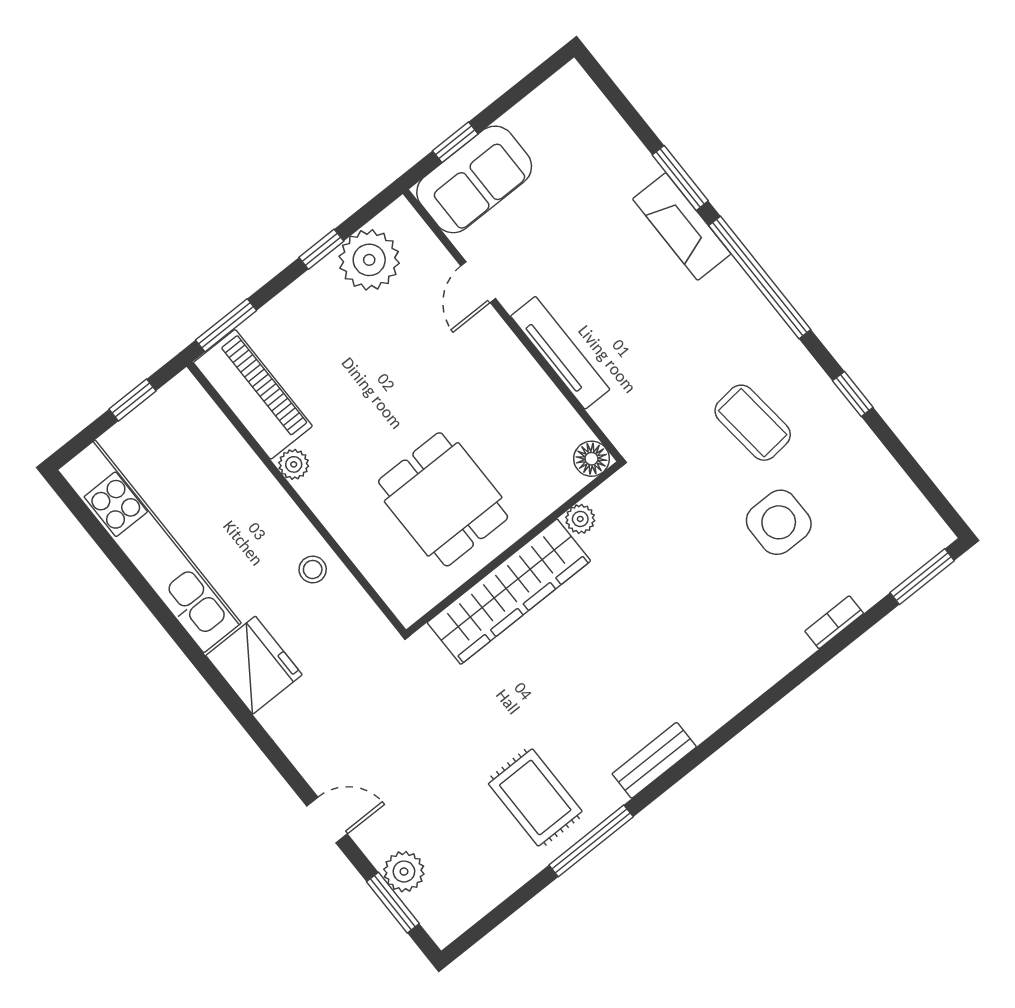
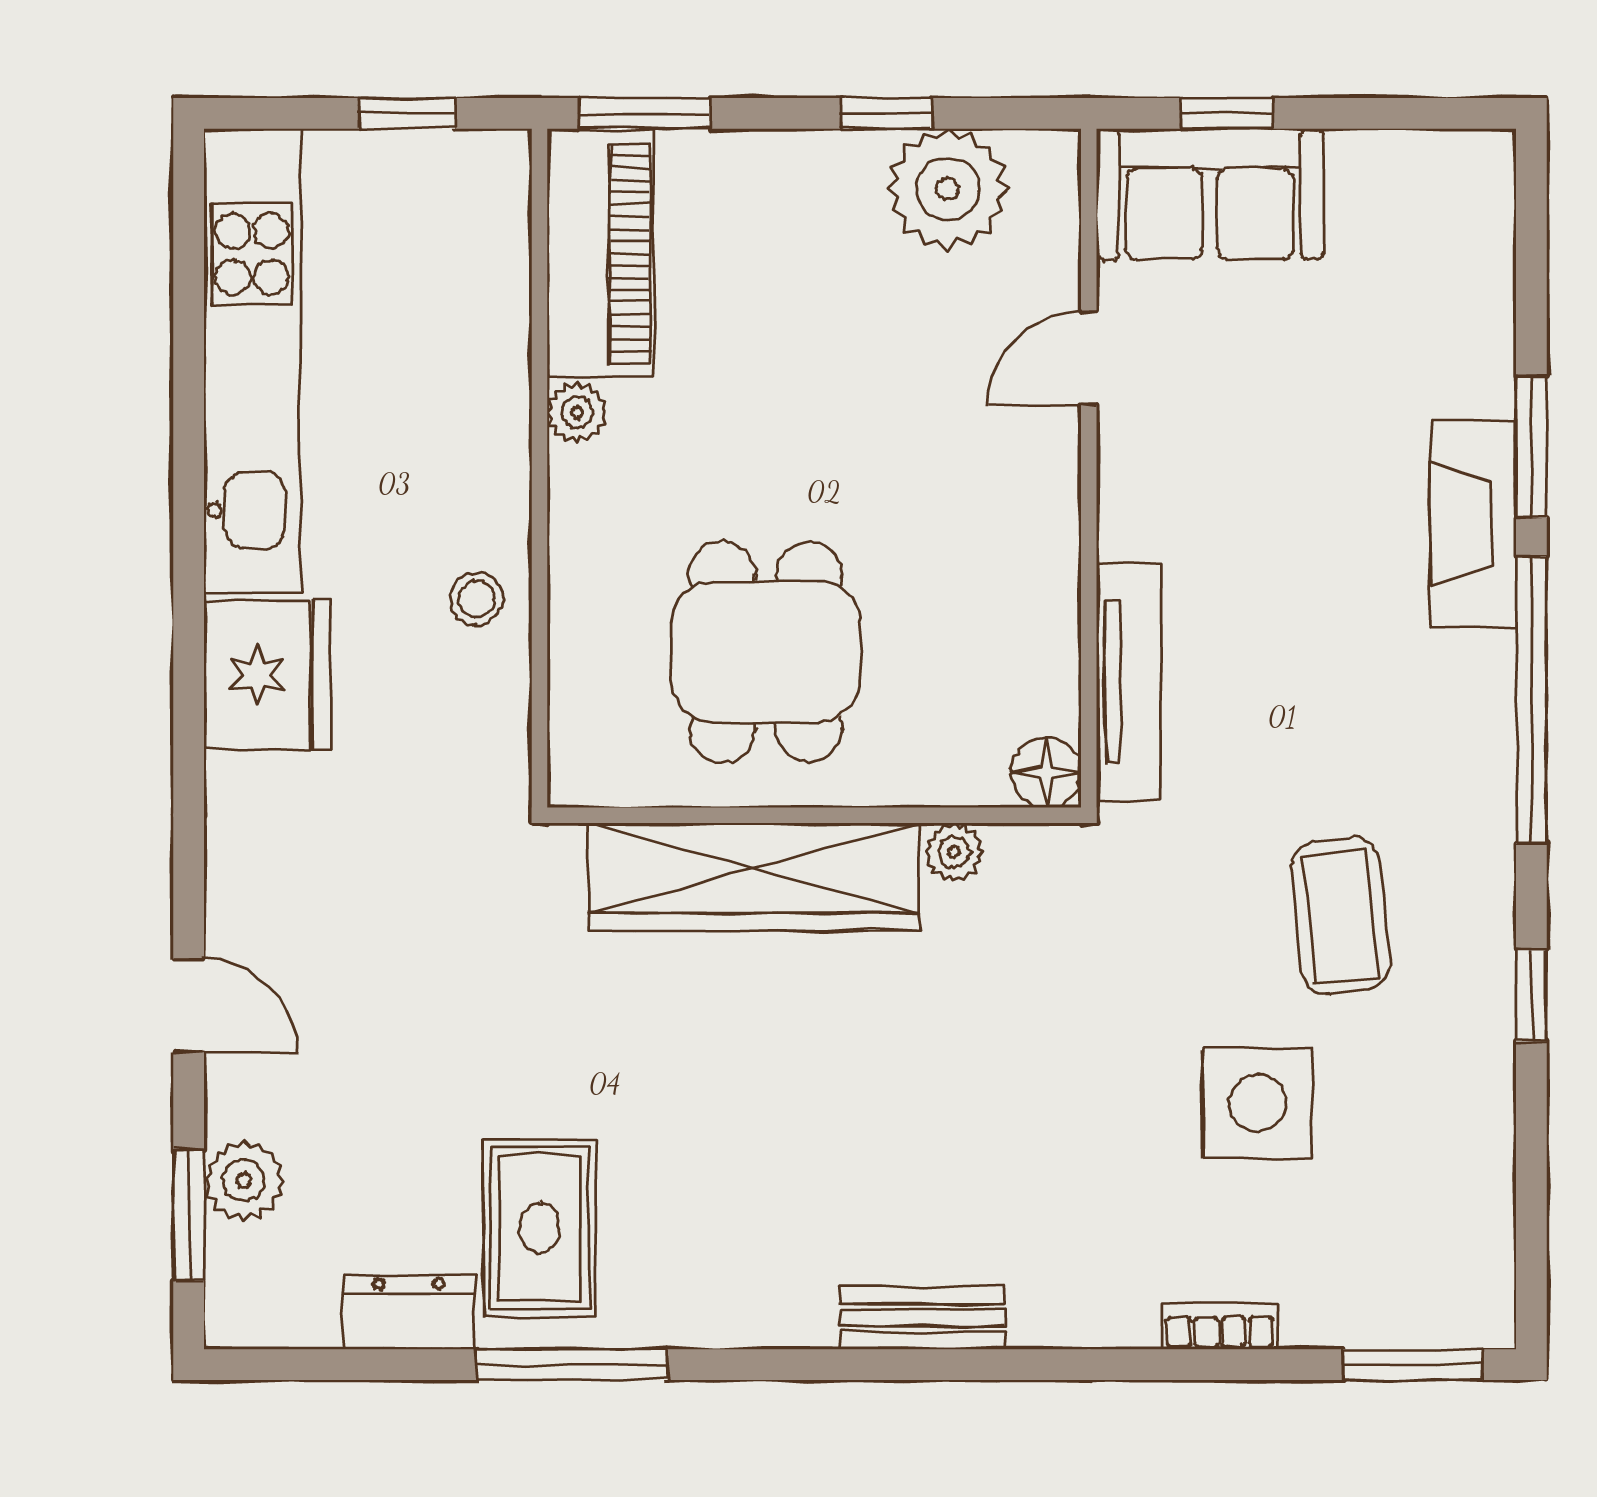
tv unit: (560, 353) -> (1129, 682), moved
bench: (654, 760) -> (923, 1318), moved
dresser: (510, 872) -> (409, 1313), added

